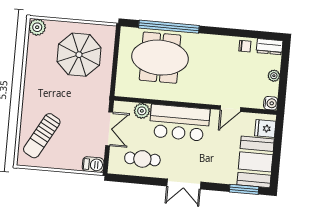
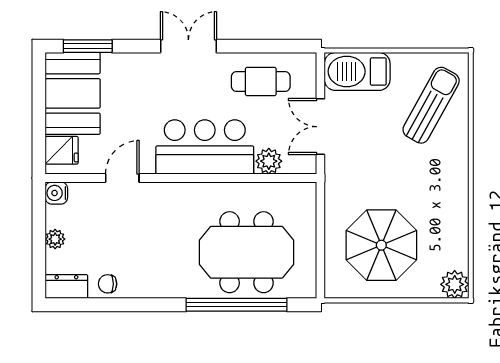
barbecue: (93, 165) -> (357, 71), width x1.88, depth x1.53

